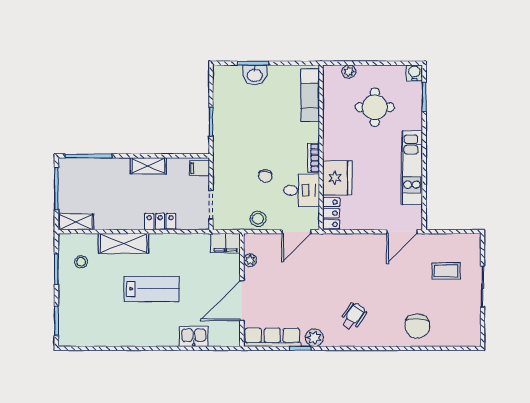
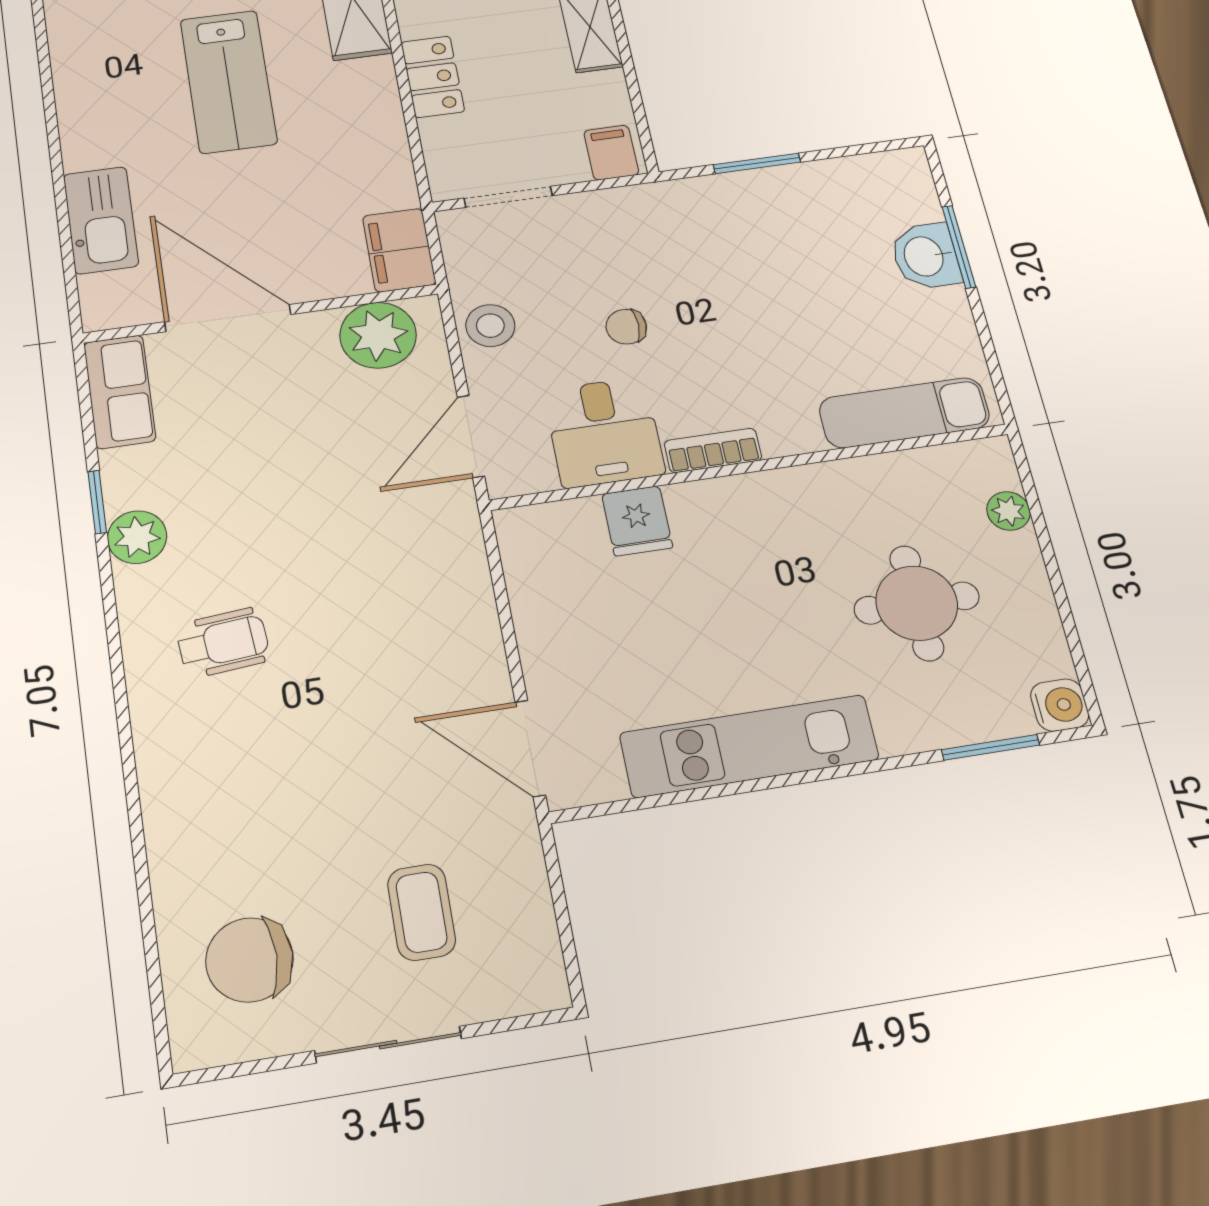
fridge: (337, 178) -> (637, 521), width x0.53, depth x0.75
locker: (331, 213) -> (549, 527), removed
door: (296, 232) -> (471, 436), hinge flipped
plant: (250, 260) -> (378, 335), width x1.88, depth x1.88
wheelchair: (353, 316) -> (223, 643), turned -40
chair: (417, 326) -> (250, 960), moved
kitchen sink: (194, 336) -> (101, 220), width x1.38
row of seats: (272, 337) -> (120, 392), width x0.68

